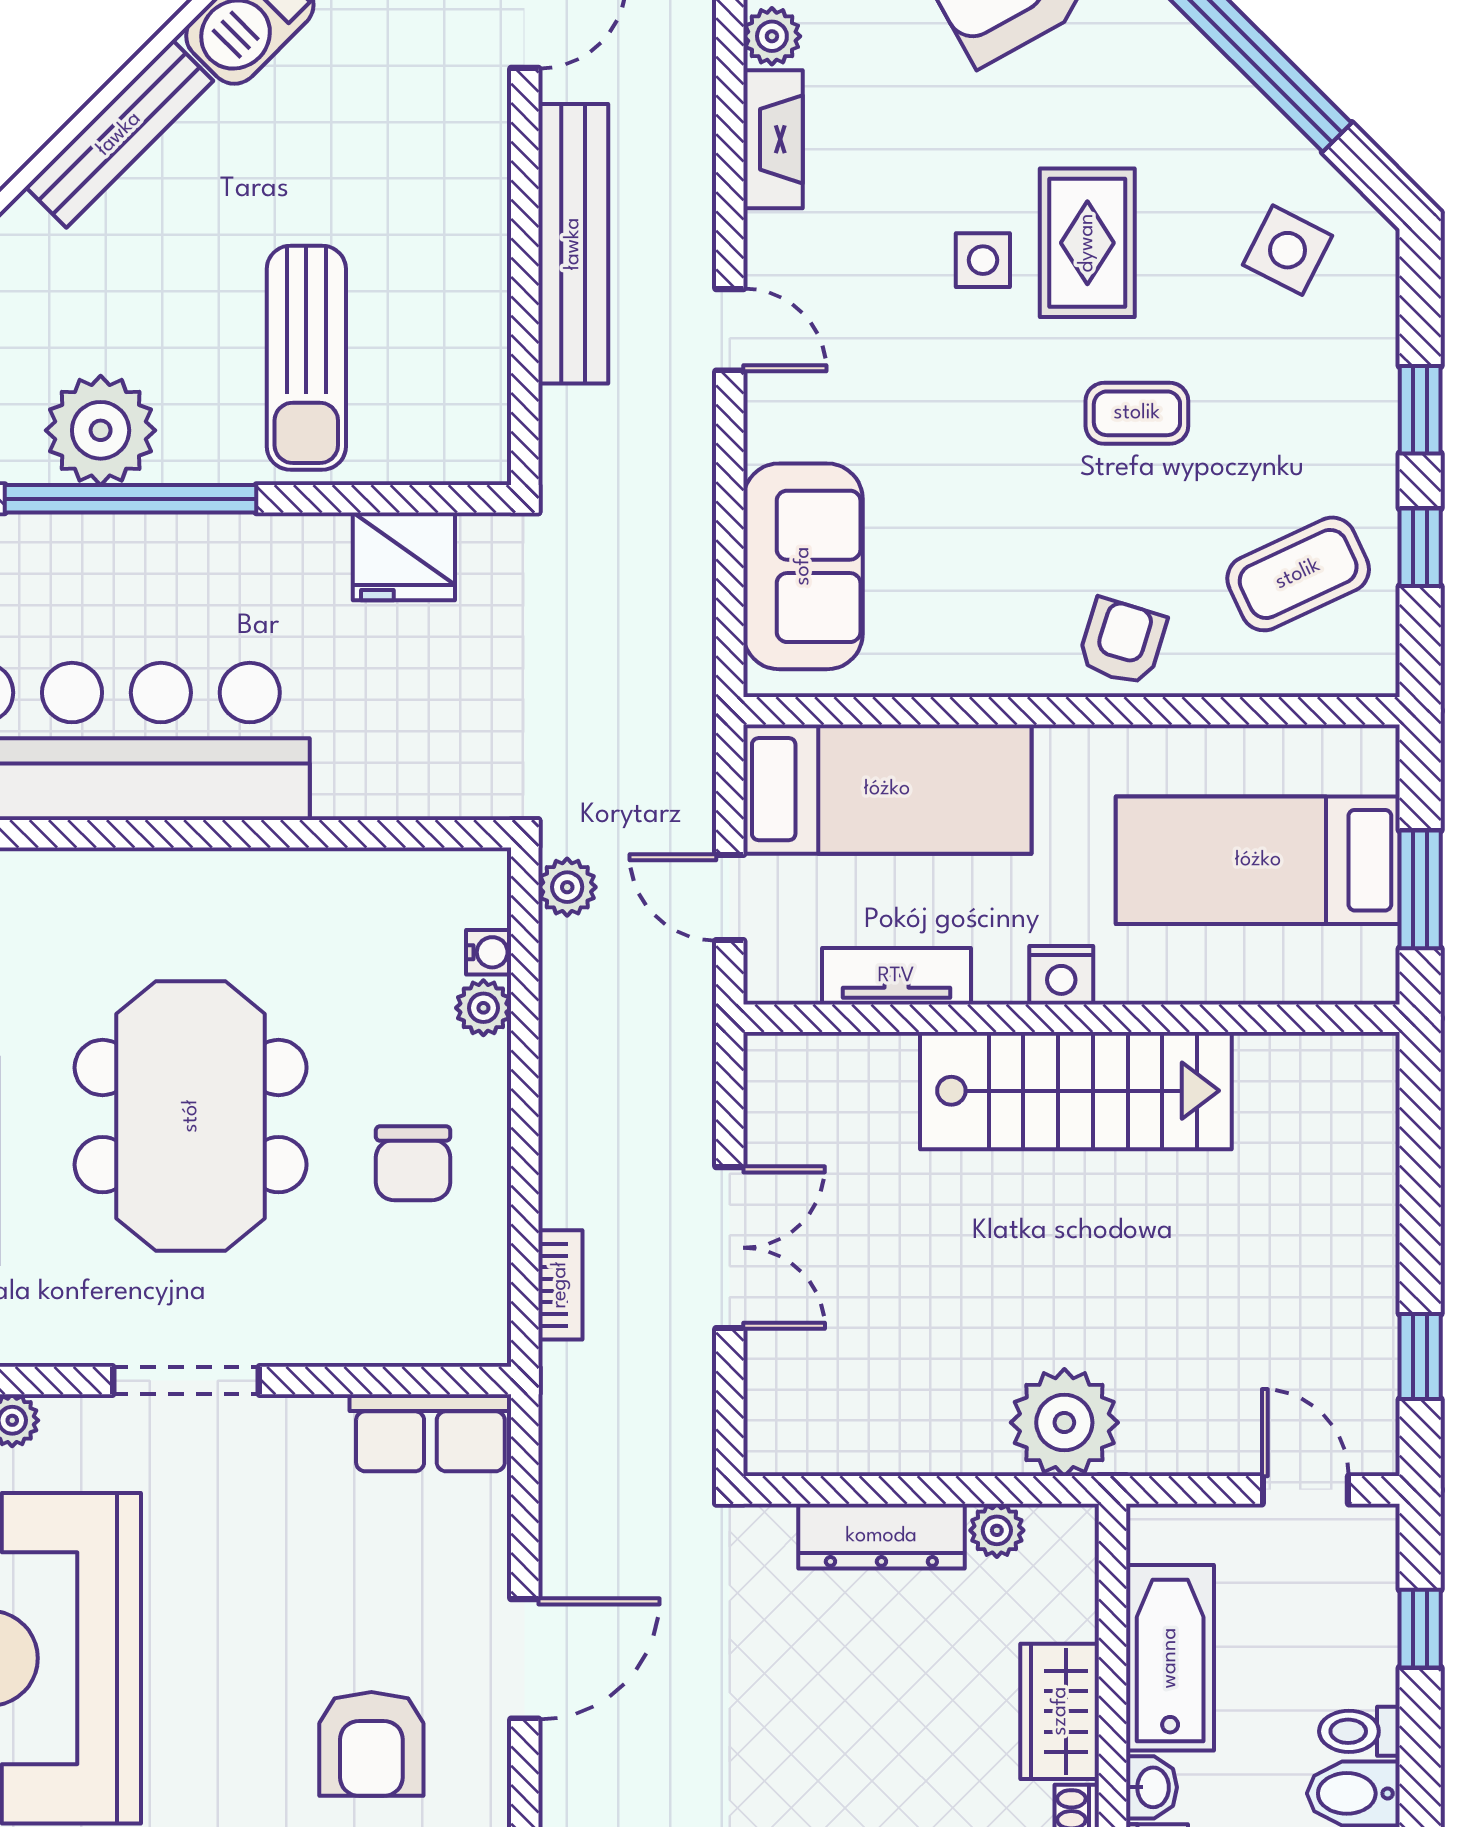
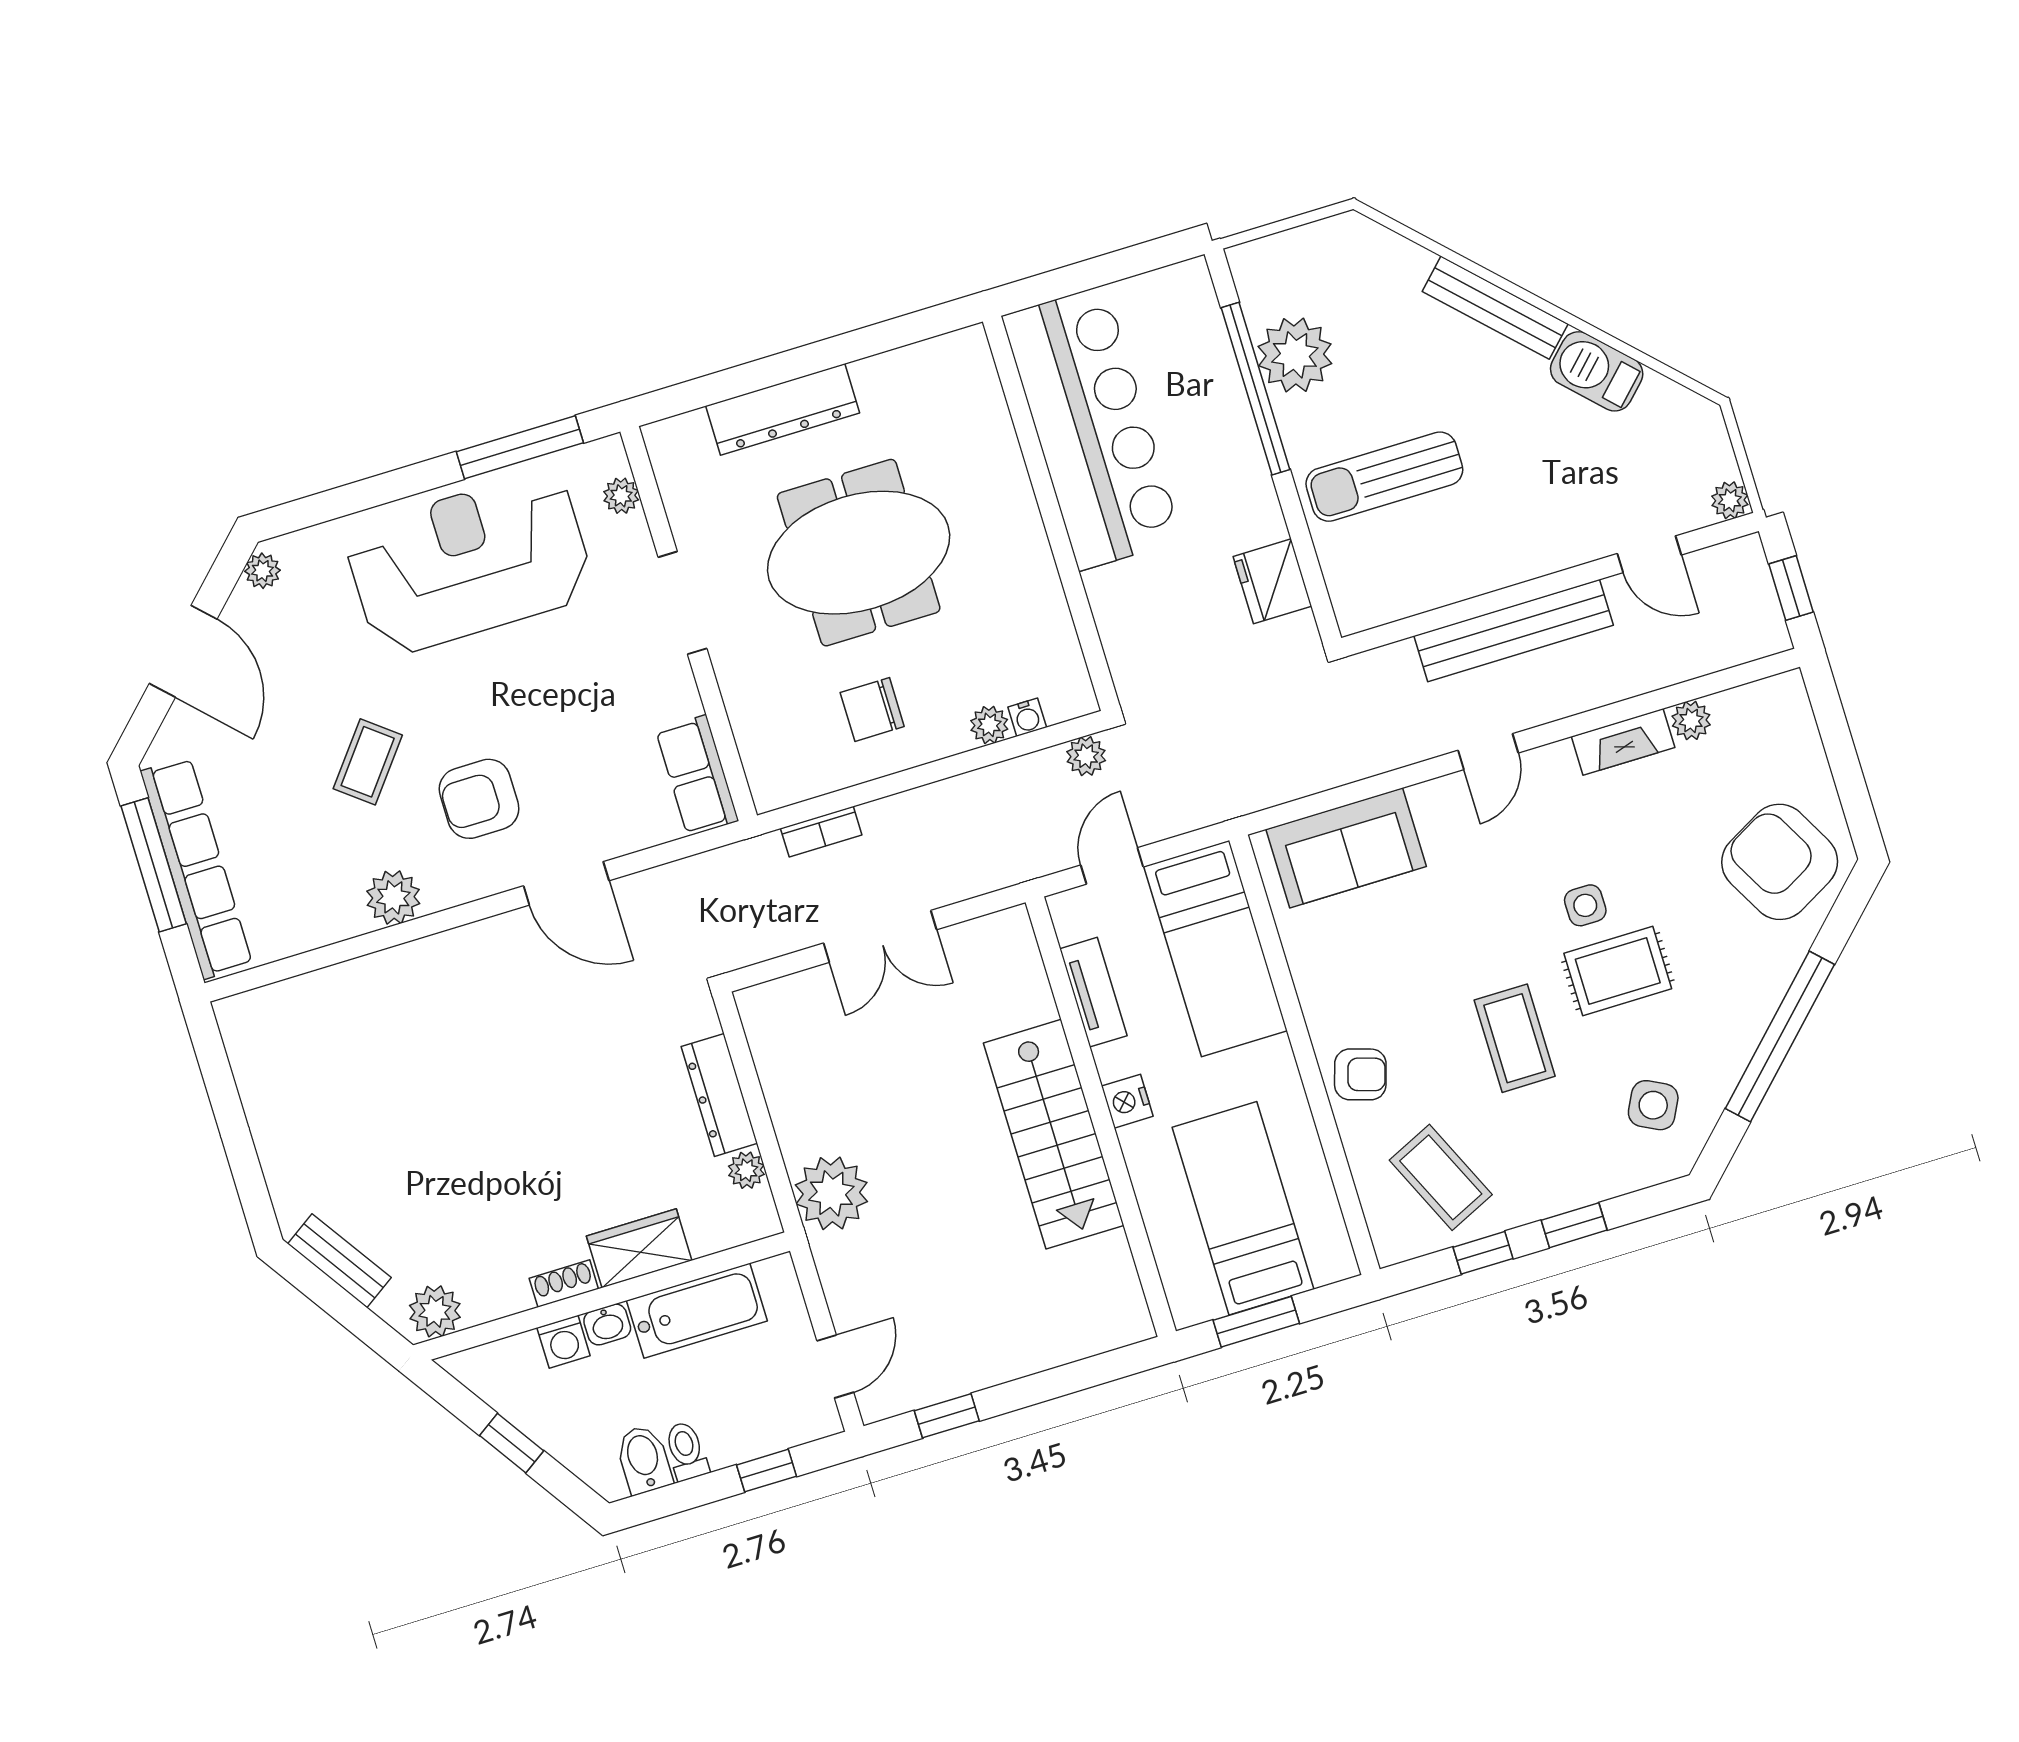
coffee table: (1137, 413) -> (1515, 1038), width x1.36, depth x1.30

